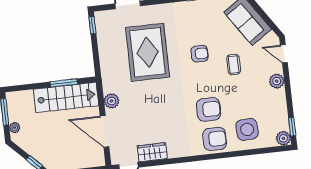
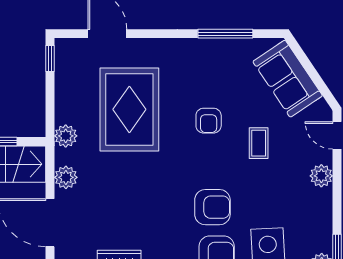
armchair: (200, 54) -> (209, 121), turned 90
plant: (108, 74) -> (66, 136), added

